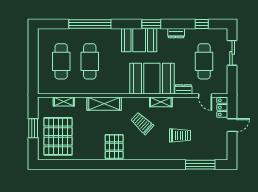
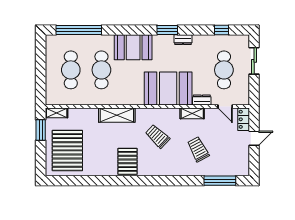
window: (90, 24) -> (79, 30), moved
dresser: (176, 33) -> (183, 40), moved
booth: (139, 40) -> (133, 47), moved
shelving: (64, 101) -> (57, 113), moved
shelving: (161, 102) -> (192, 113), moved
window: (33, 128) -> (41, 130), moved
trolley: (180, 135) -> (198, 149), turned -118

